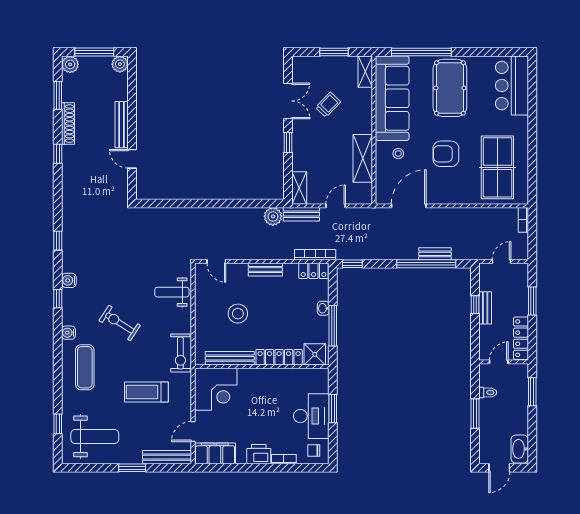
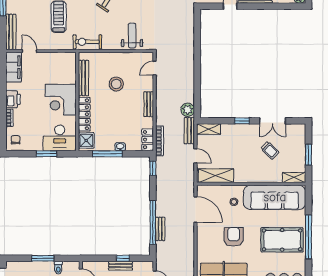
window: (421, 52) -> (308, 237), moved
shelving: (363, 158) -> (216, 176), moved
corner desk: (216, 389) -> (61, 100), moved
desk: (311, 416) -> (60, 138), moved

